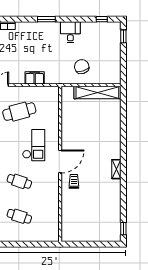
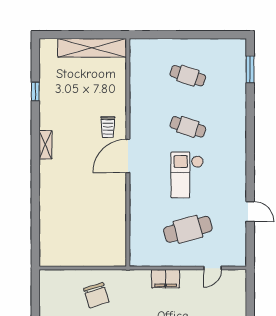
shelving: (97, 93) -> (92, 48), moved
checkout: (34, 145) -> (187, 175), moved
window: (123, 229) -> (35, 91), moved

